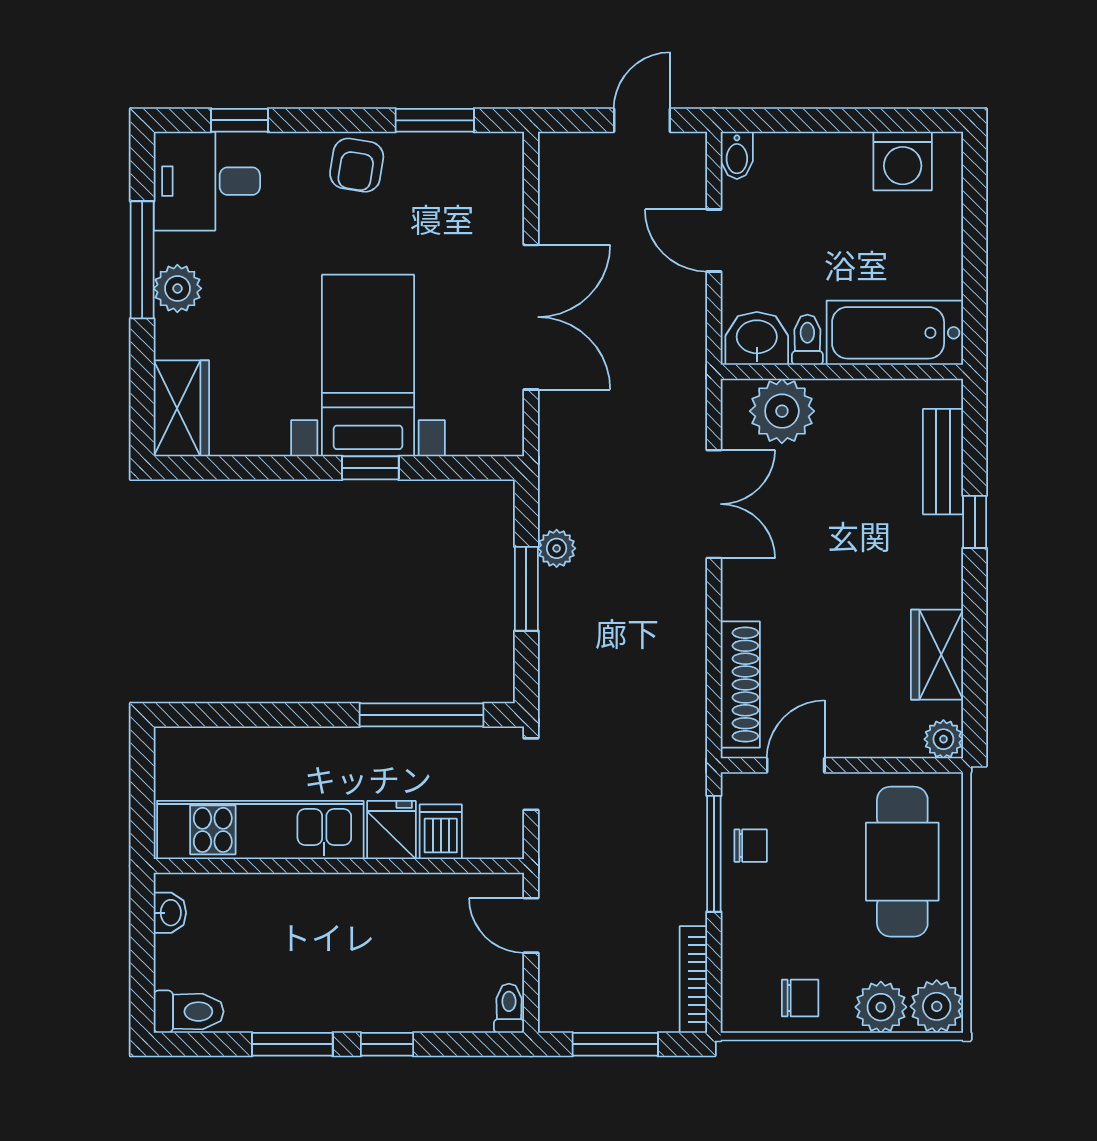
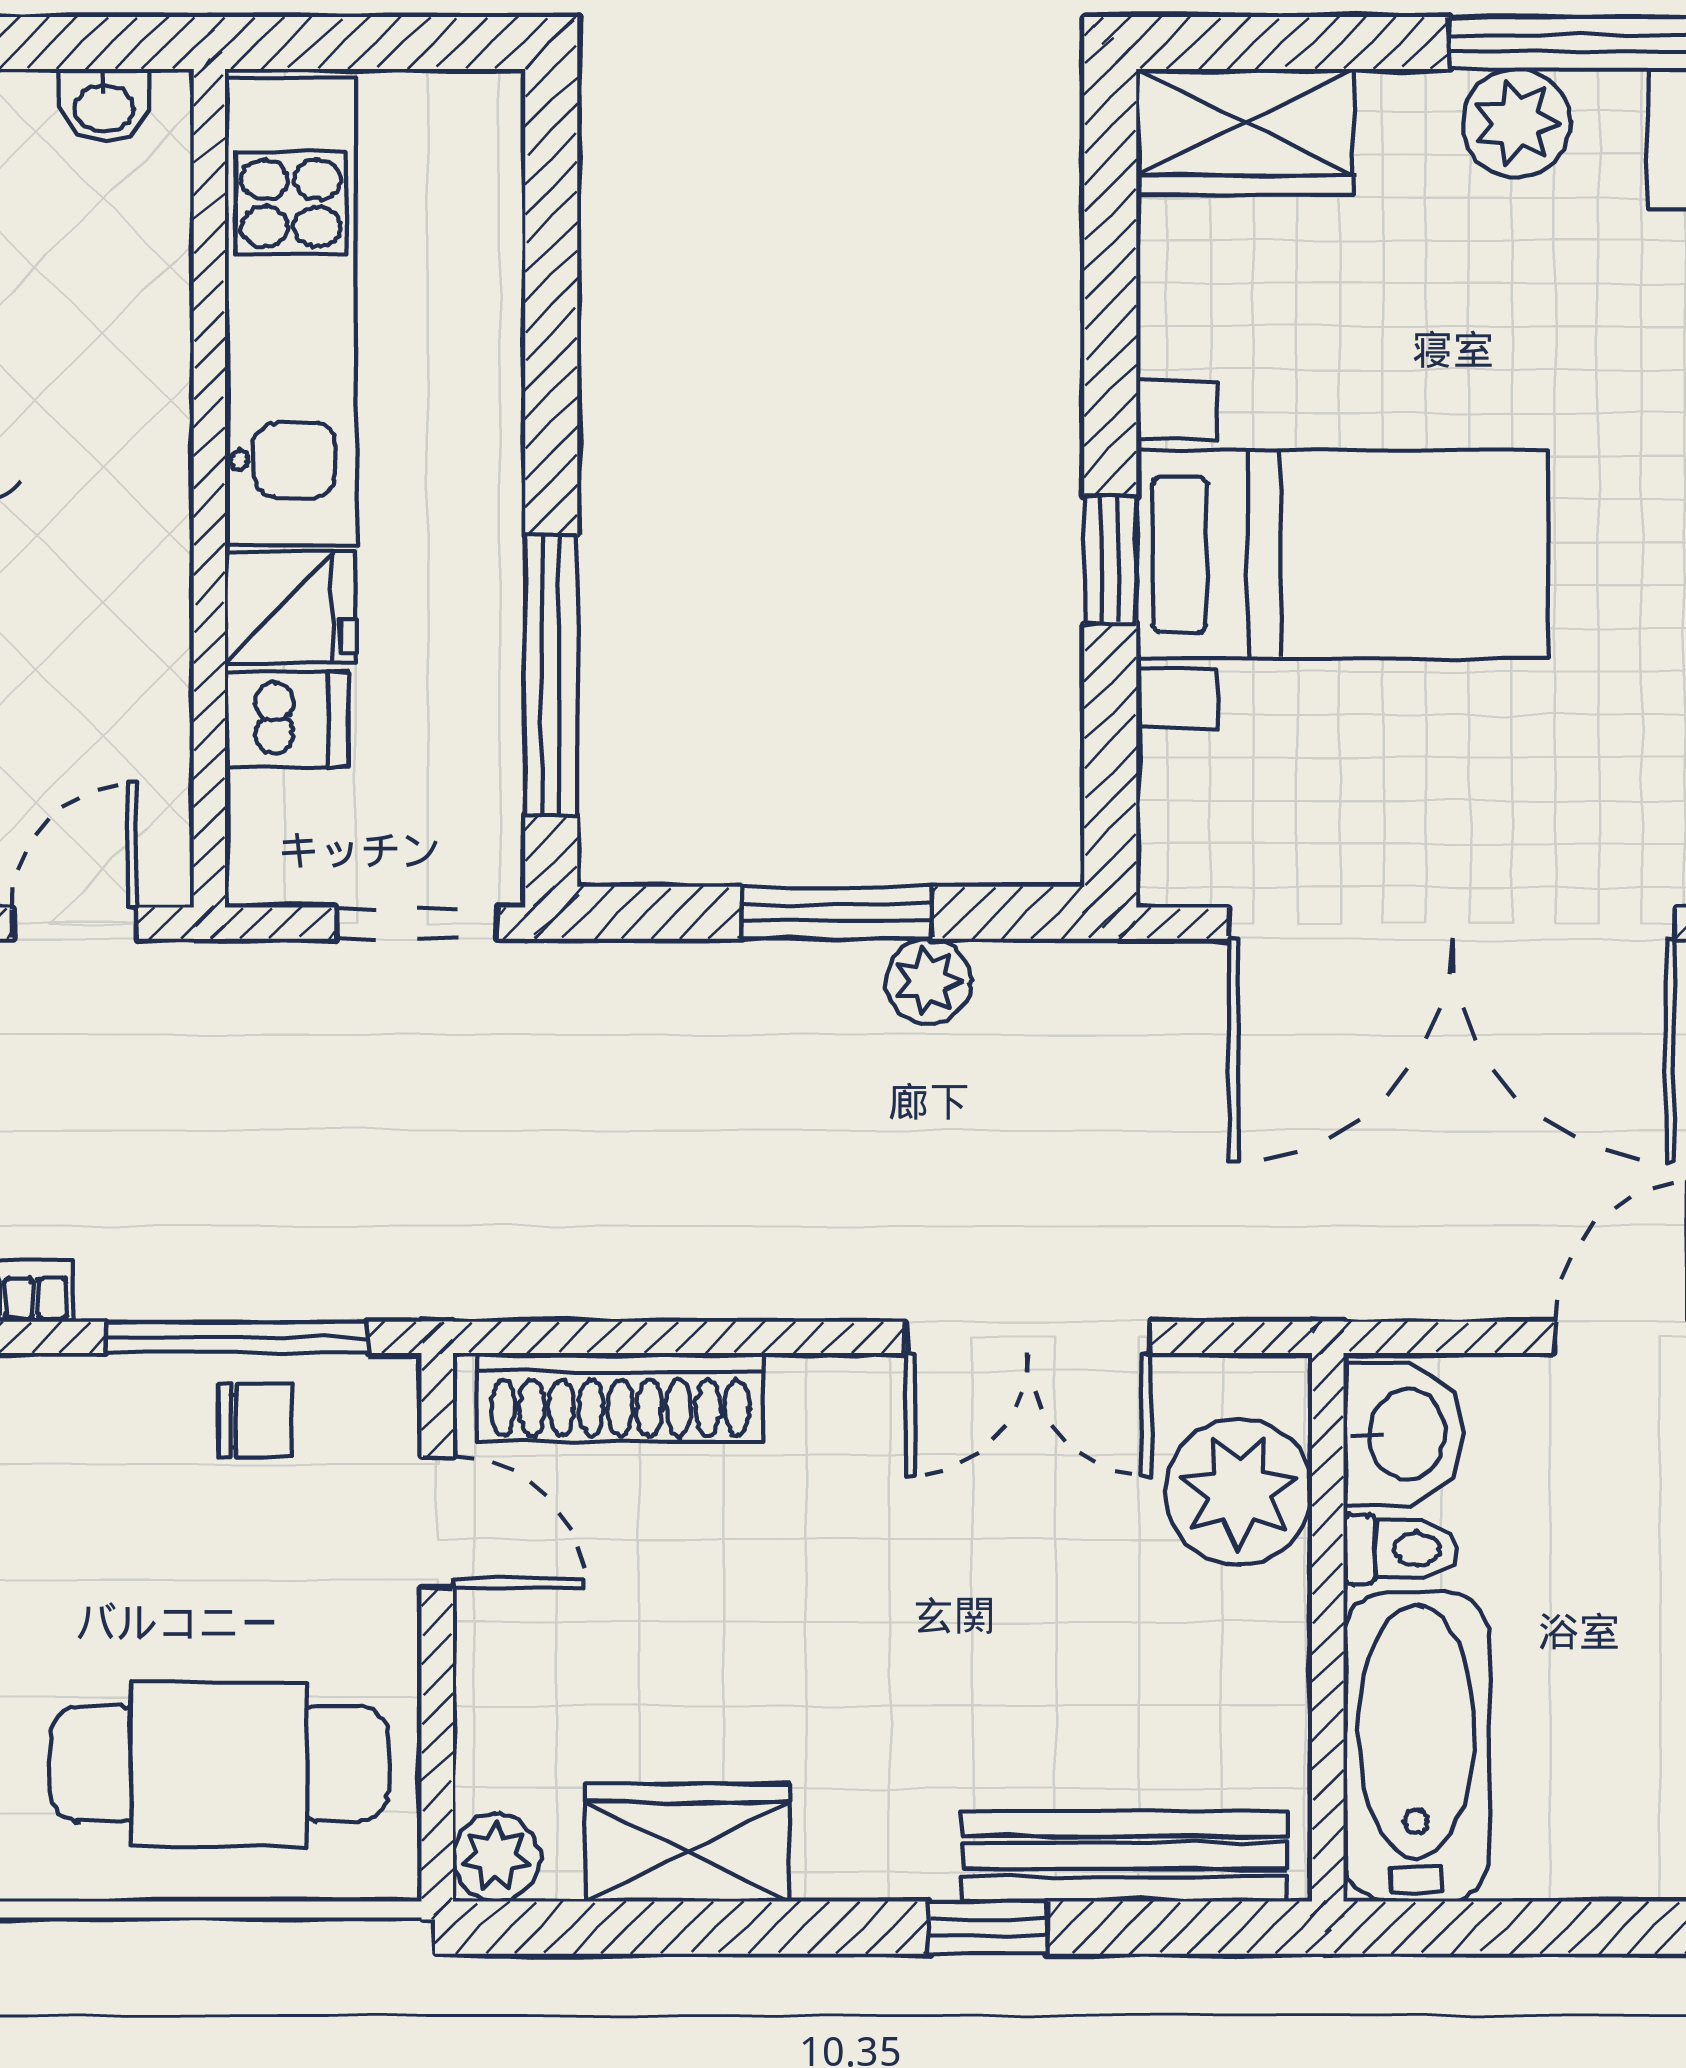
double door: (531, 317) -> (1452, 923), width x1.36
bench: (943, 462) -> (1125, 1856), width x1.36
chair: (751, 846) -> (255, 1421), turned -90

